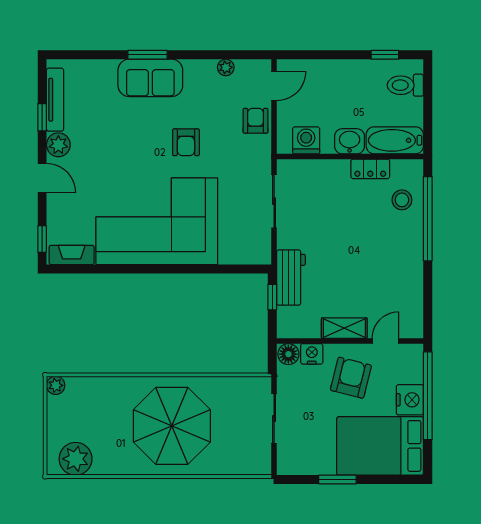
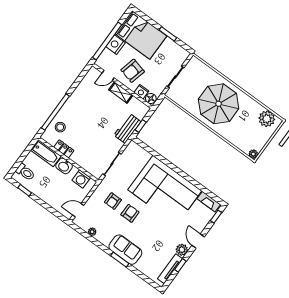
armchair: (255, 121) -> (113, 201), moved

